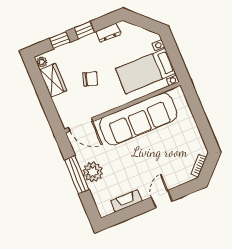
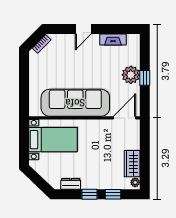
chair: (90, 79) -> (101, 152), removed
door: (81, 125) -> (125, 118), hinge flipped
window: (77, 175) -> (145, 78), width x0.46

